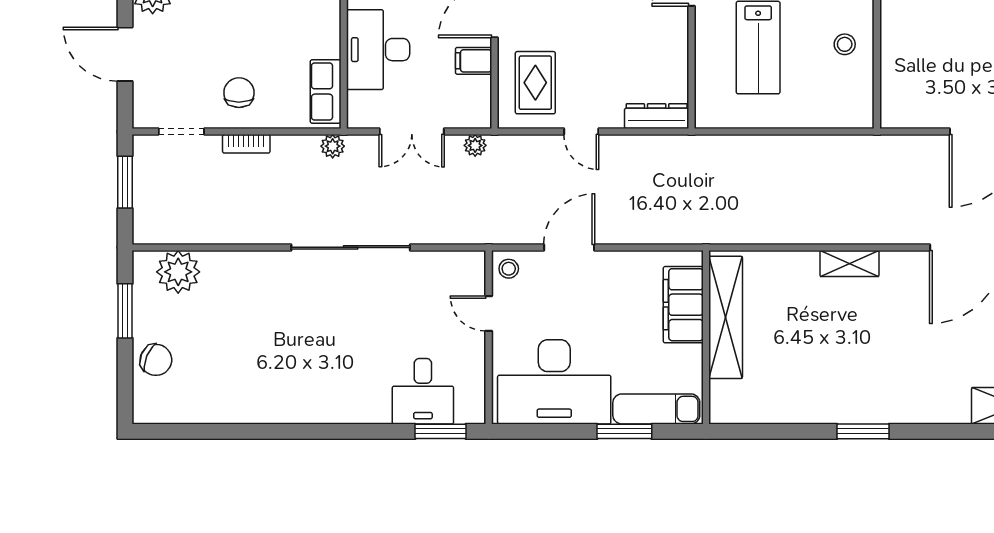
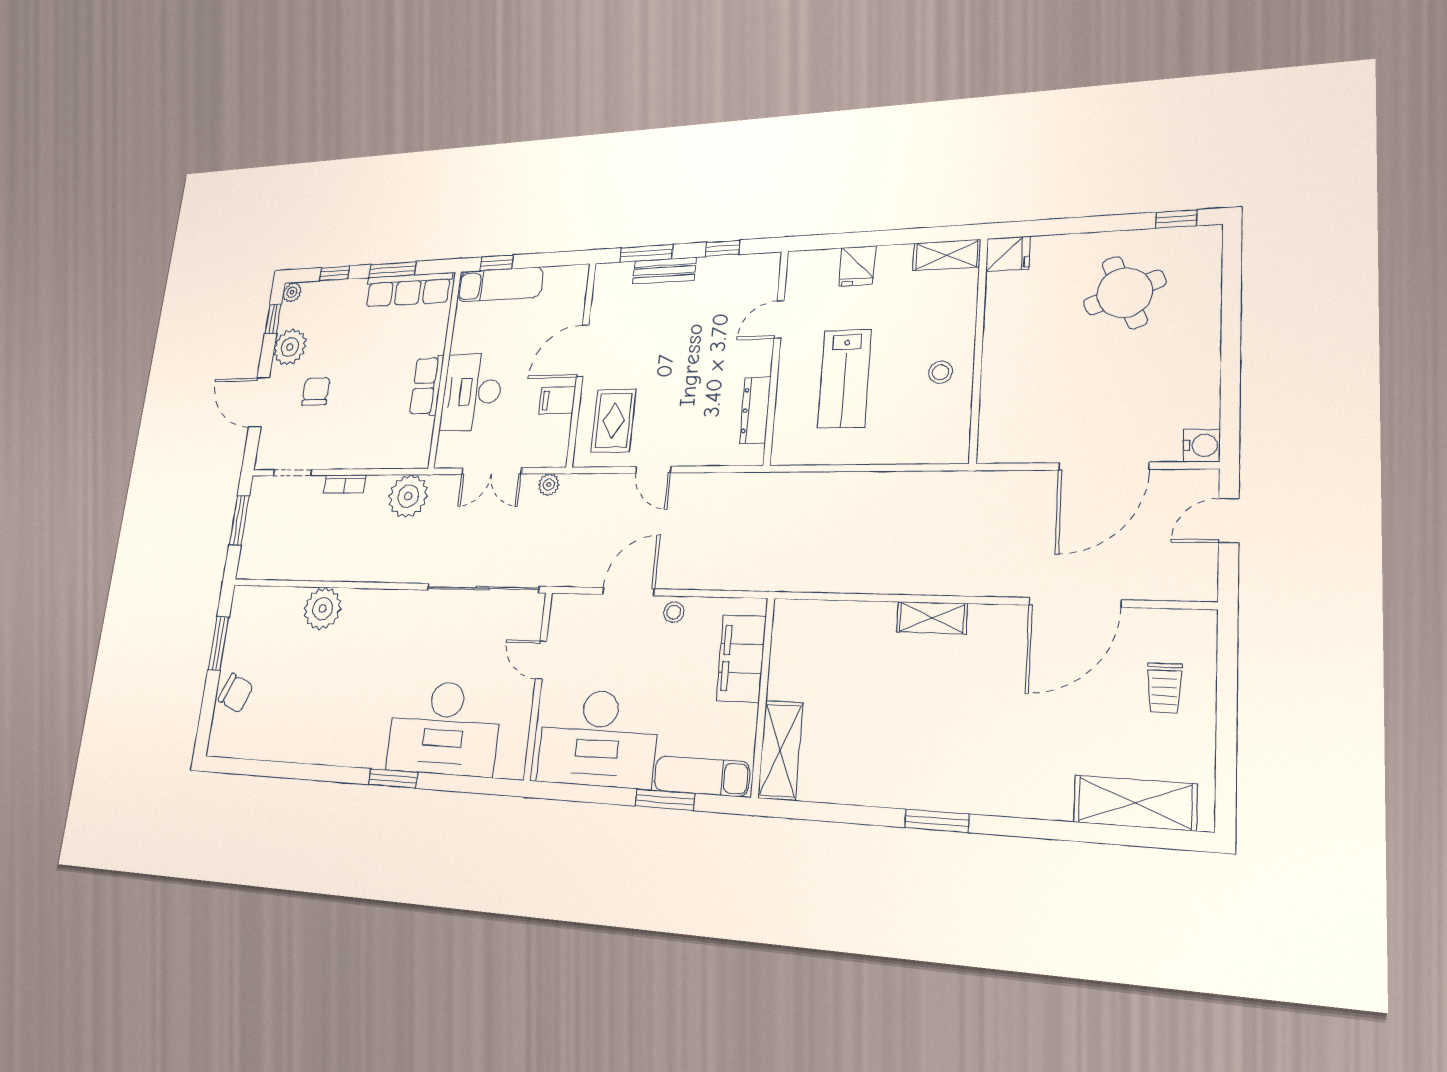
row of seats: (326, 91) -> (427, 386), moved
chair: (239, 93) -> (316, 391), moved
dresser: (657, 116) -> (755, 410), moved, turned -90
plant: (333, 146) -> (408, 496), width x1.88, depth x1.88
sliding door: (351, 247) -> (483, 588), moved
stool: (509, 269) -> (674, 612), moved
plant: (178, 272) -> (323, 609), moved
shelving: (726, 317) -> (780, 750), moved, width x0.68
desk: (423, 391) -> (444, 728), width x1.87, depth x1.30
window: (440, 431) -> (393, 778), moved

